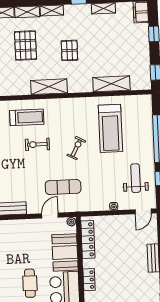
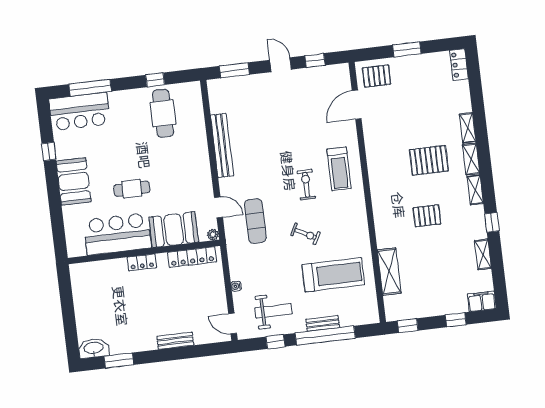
shelving: (49, 87) -> (380, 194), removed
treadmill: (110, 128) -> (333, 275), turned 180
bench: (149, 140) -> (323, 323), added

